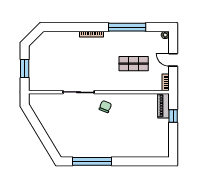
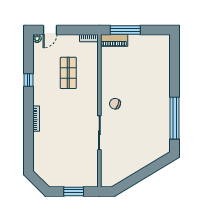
window: (127, 27) -> (29, 80), width x0.32
door: (173, 60) -> (50, 30), moved
window: (173, 116) -> (125, 30), width x2.17

